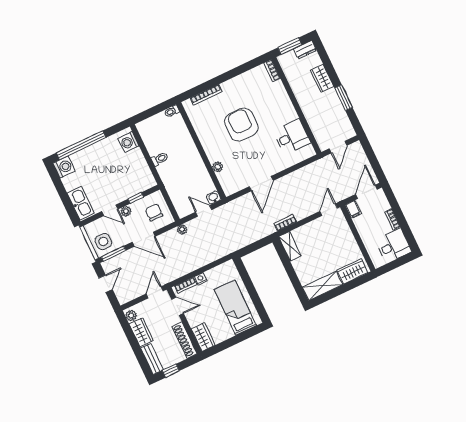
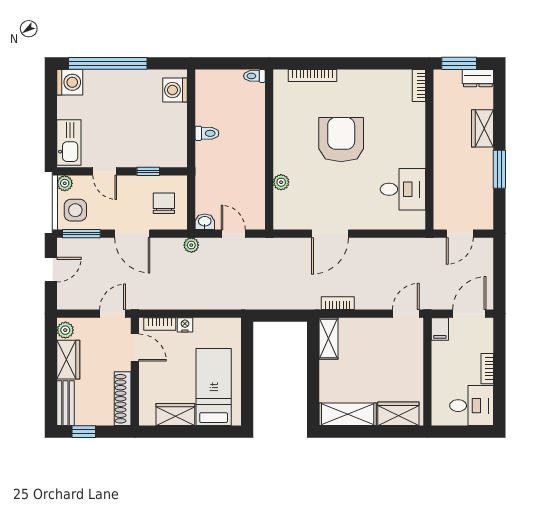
washbasin: (213, 198) -> (205, 222), moved
plant: (126, 211) -> (65, 183), moved
wardrobe: (203, 337) -> (175, 415), moved, turned -90

